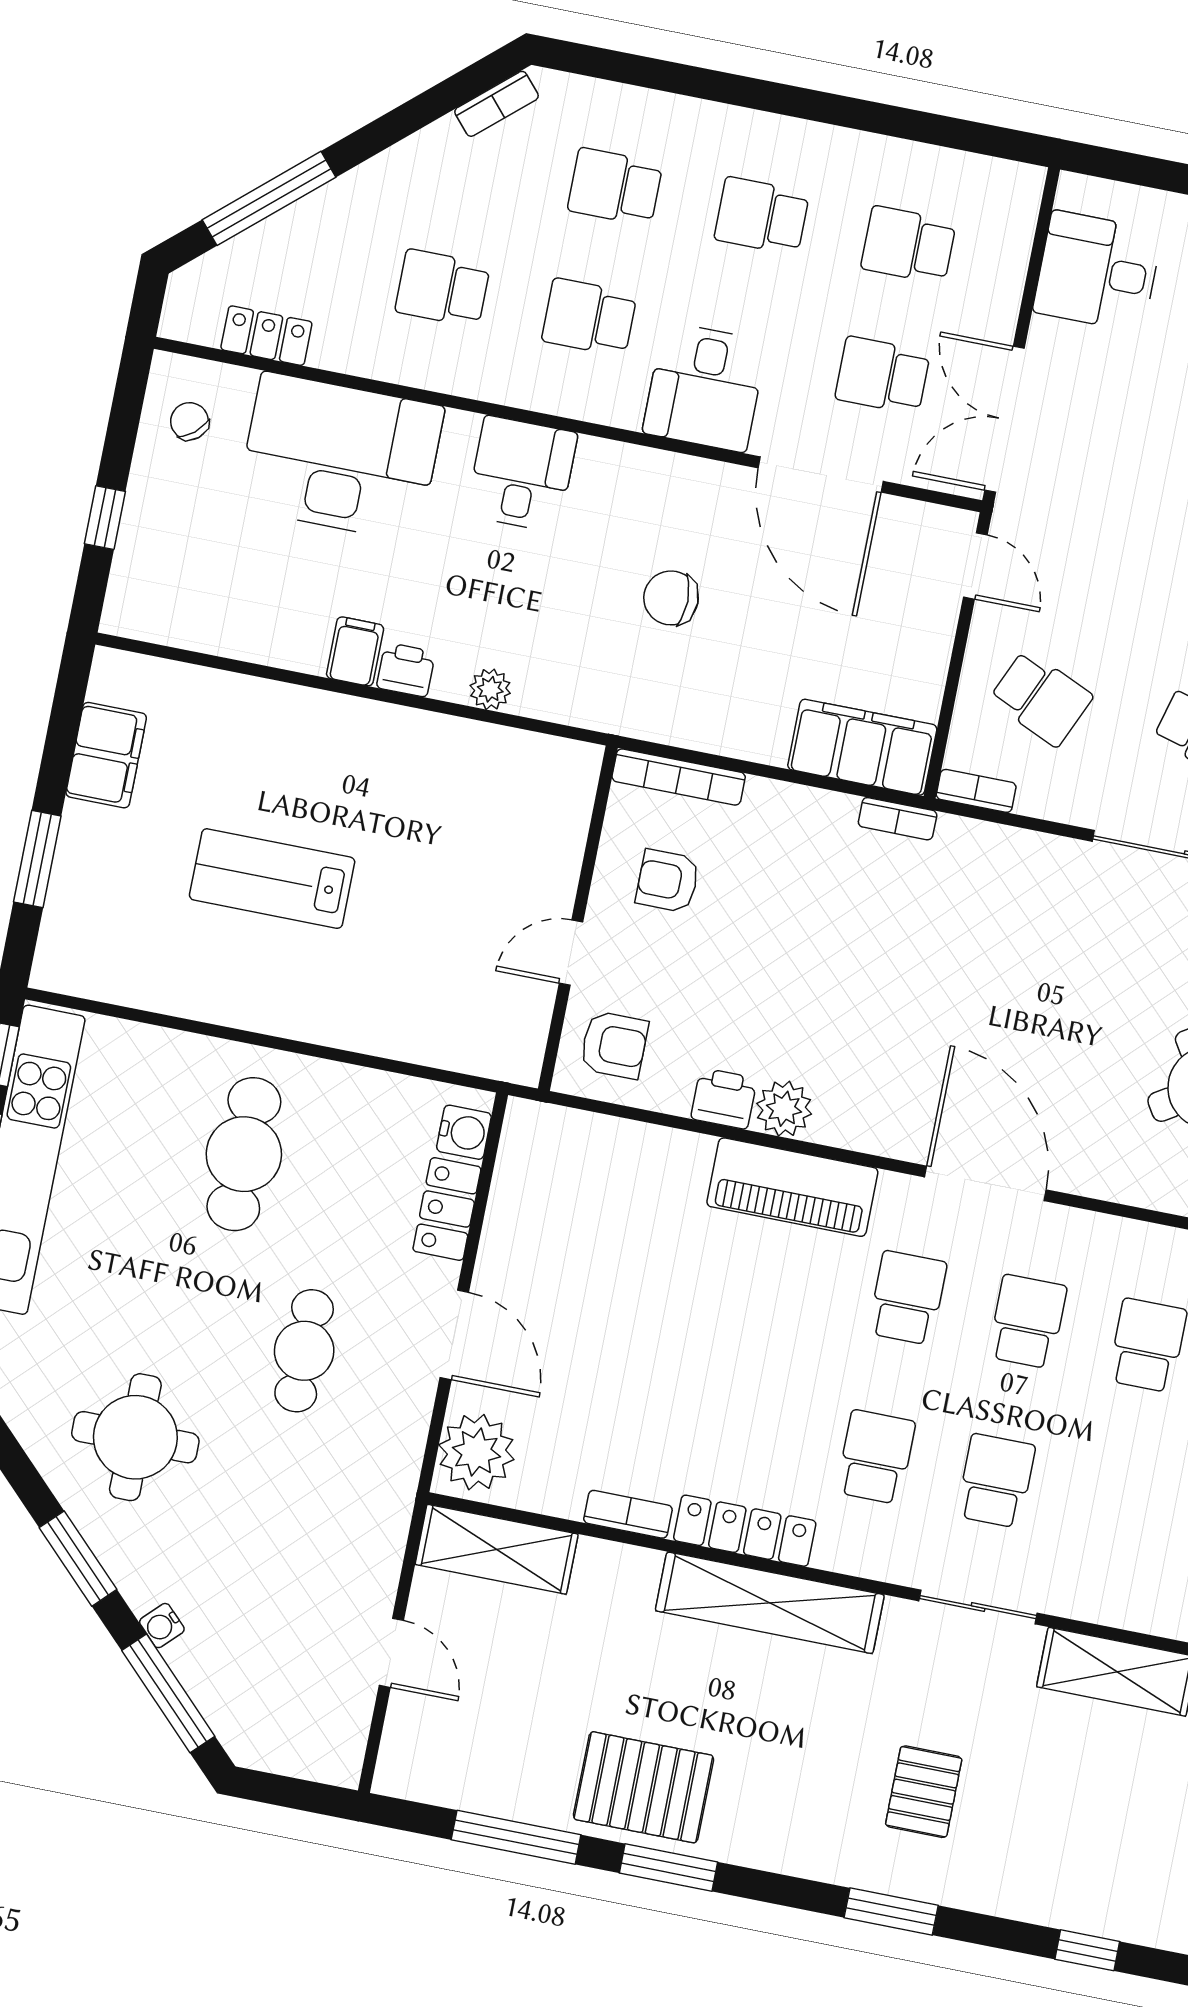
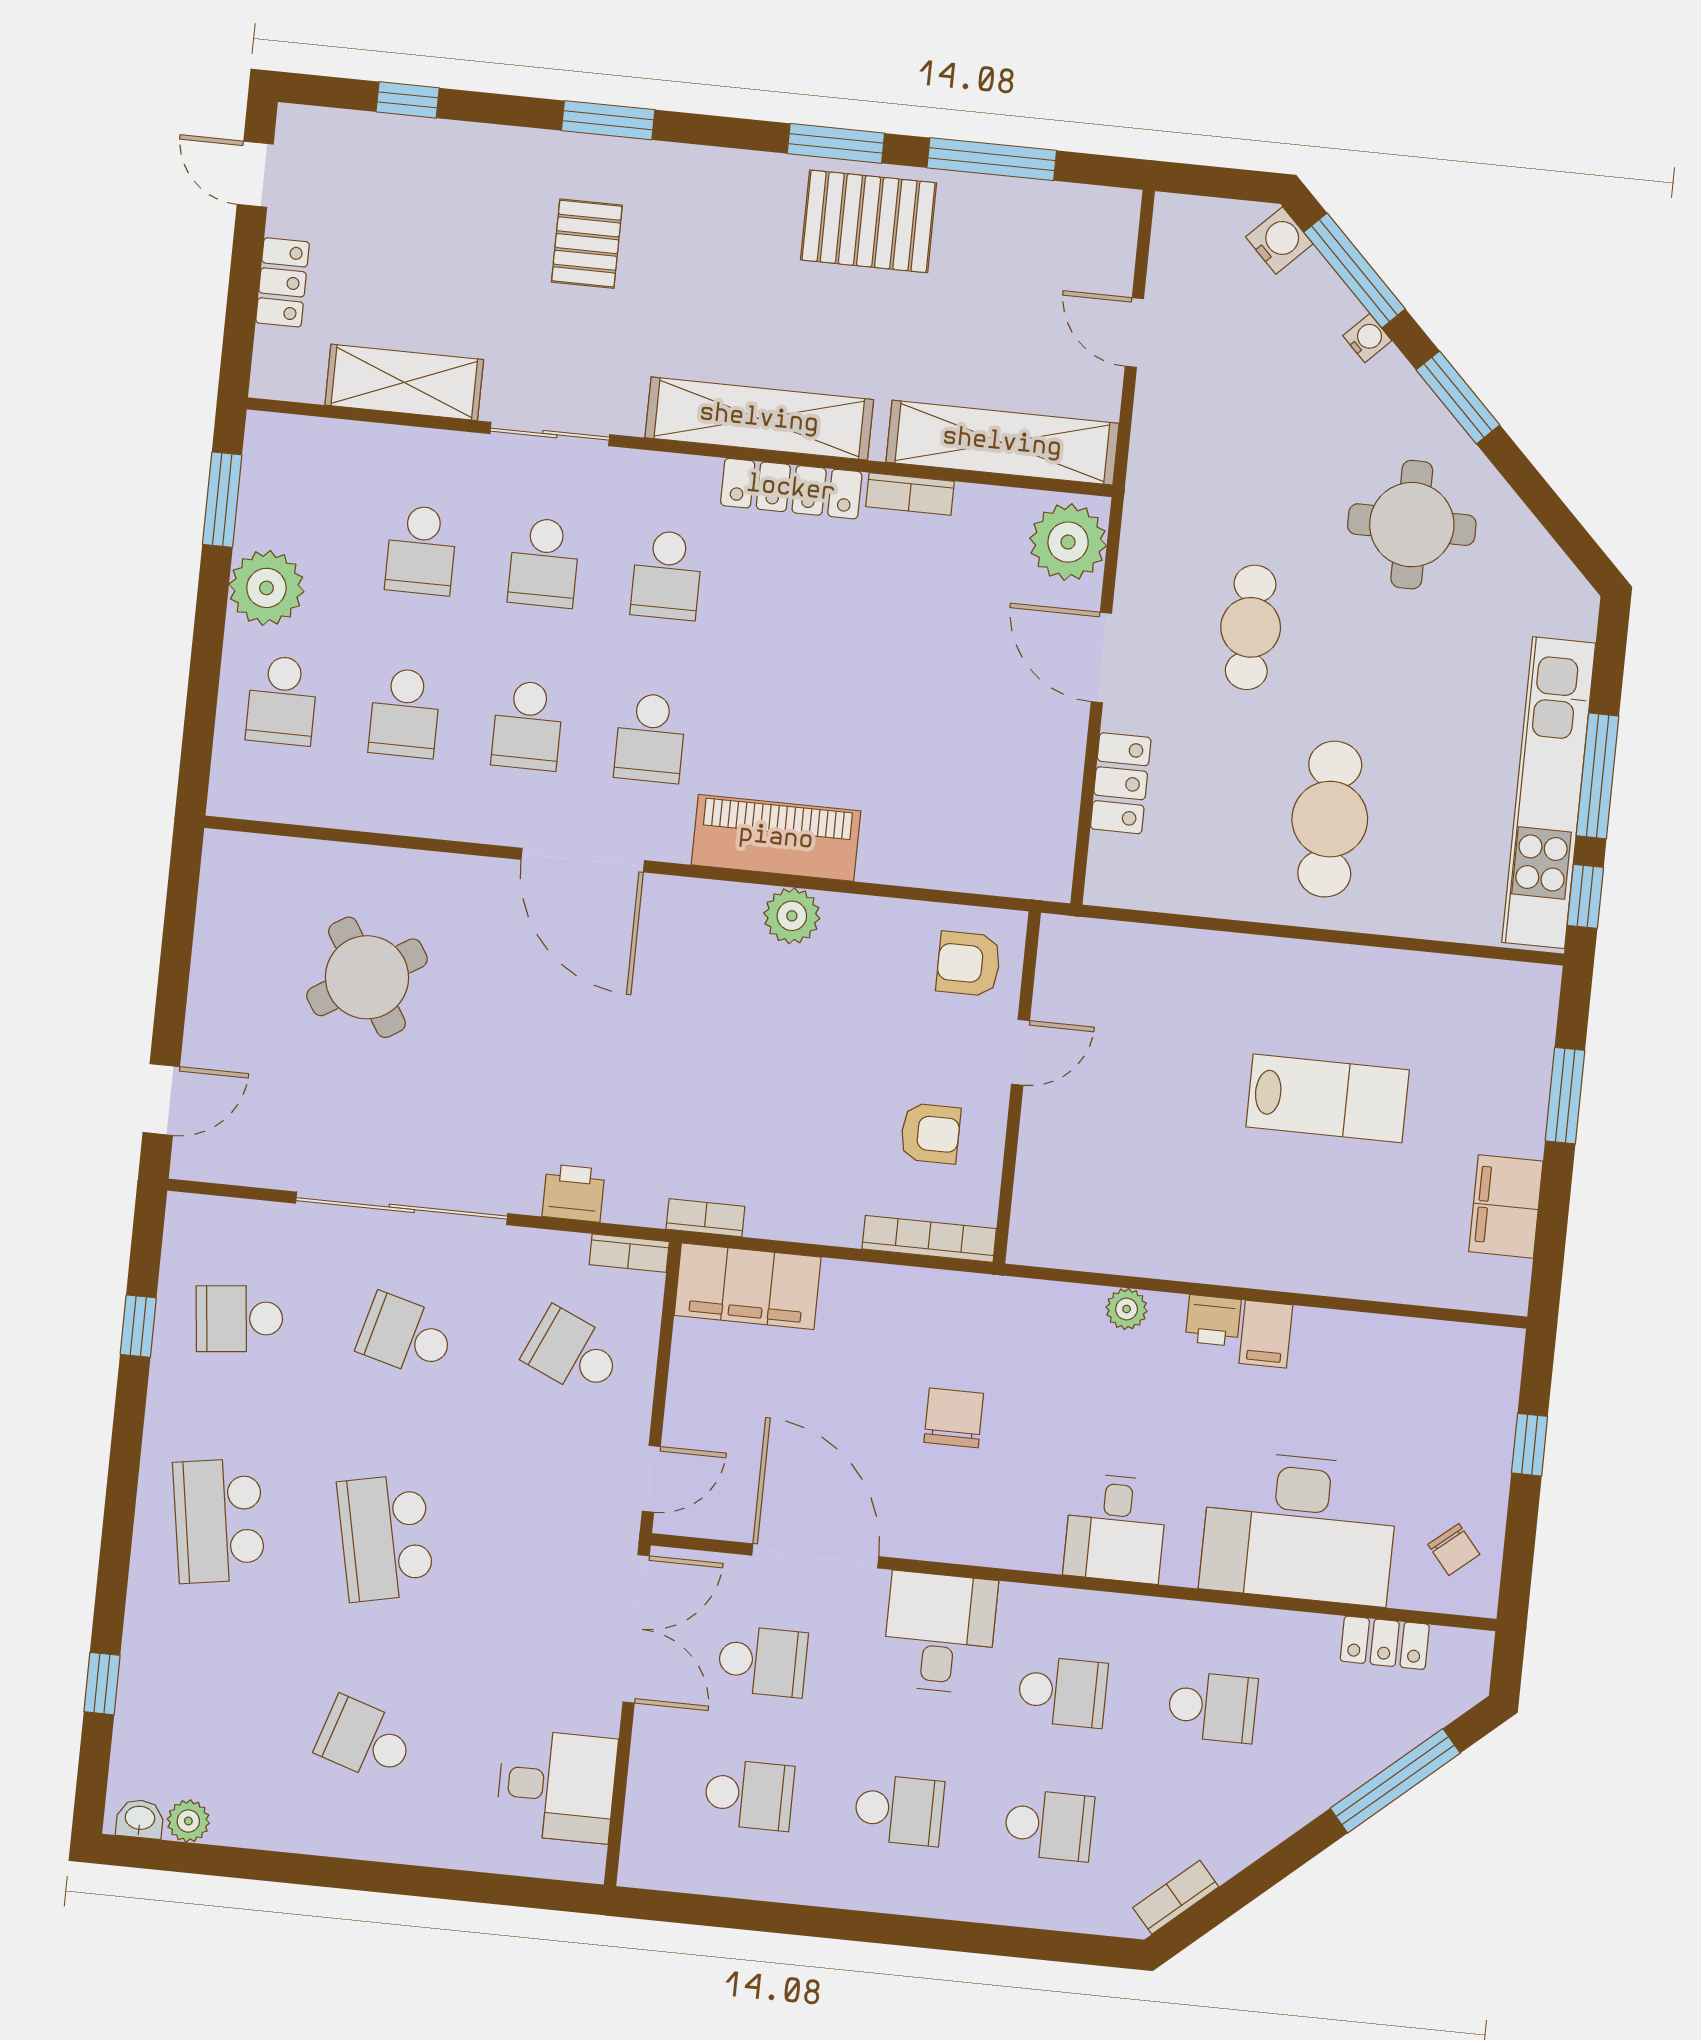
door: (975, 566) -> (651, 1479), swing flipped
chair: (671, 598) -> (954, 1418), turned -90
printer: (724, 1099) -> (574, 1193), moved, turned 180
water cooler: (464, 1132) -> (1279, 240), moved, turned 135
school desk: (1116, 1504) -> (421, 550), added
shelving: (497, 1549) -> (1002, 443), width x1.47

